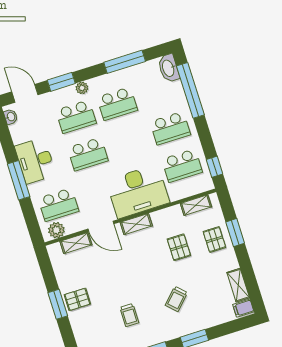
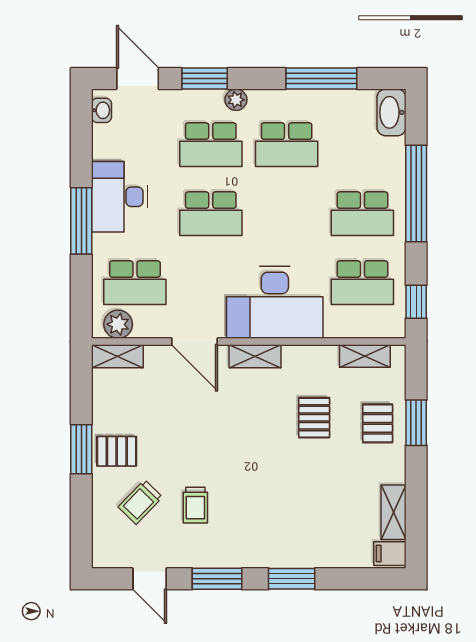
window: (190, 90) -> (416, 194), moved
shelving: (76, 243) -> (117, 356), moved
trolley: (176, 299) -> (140, 502), moved

